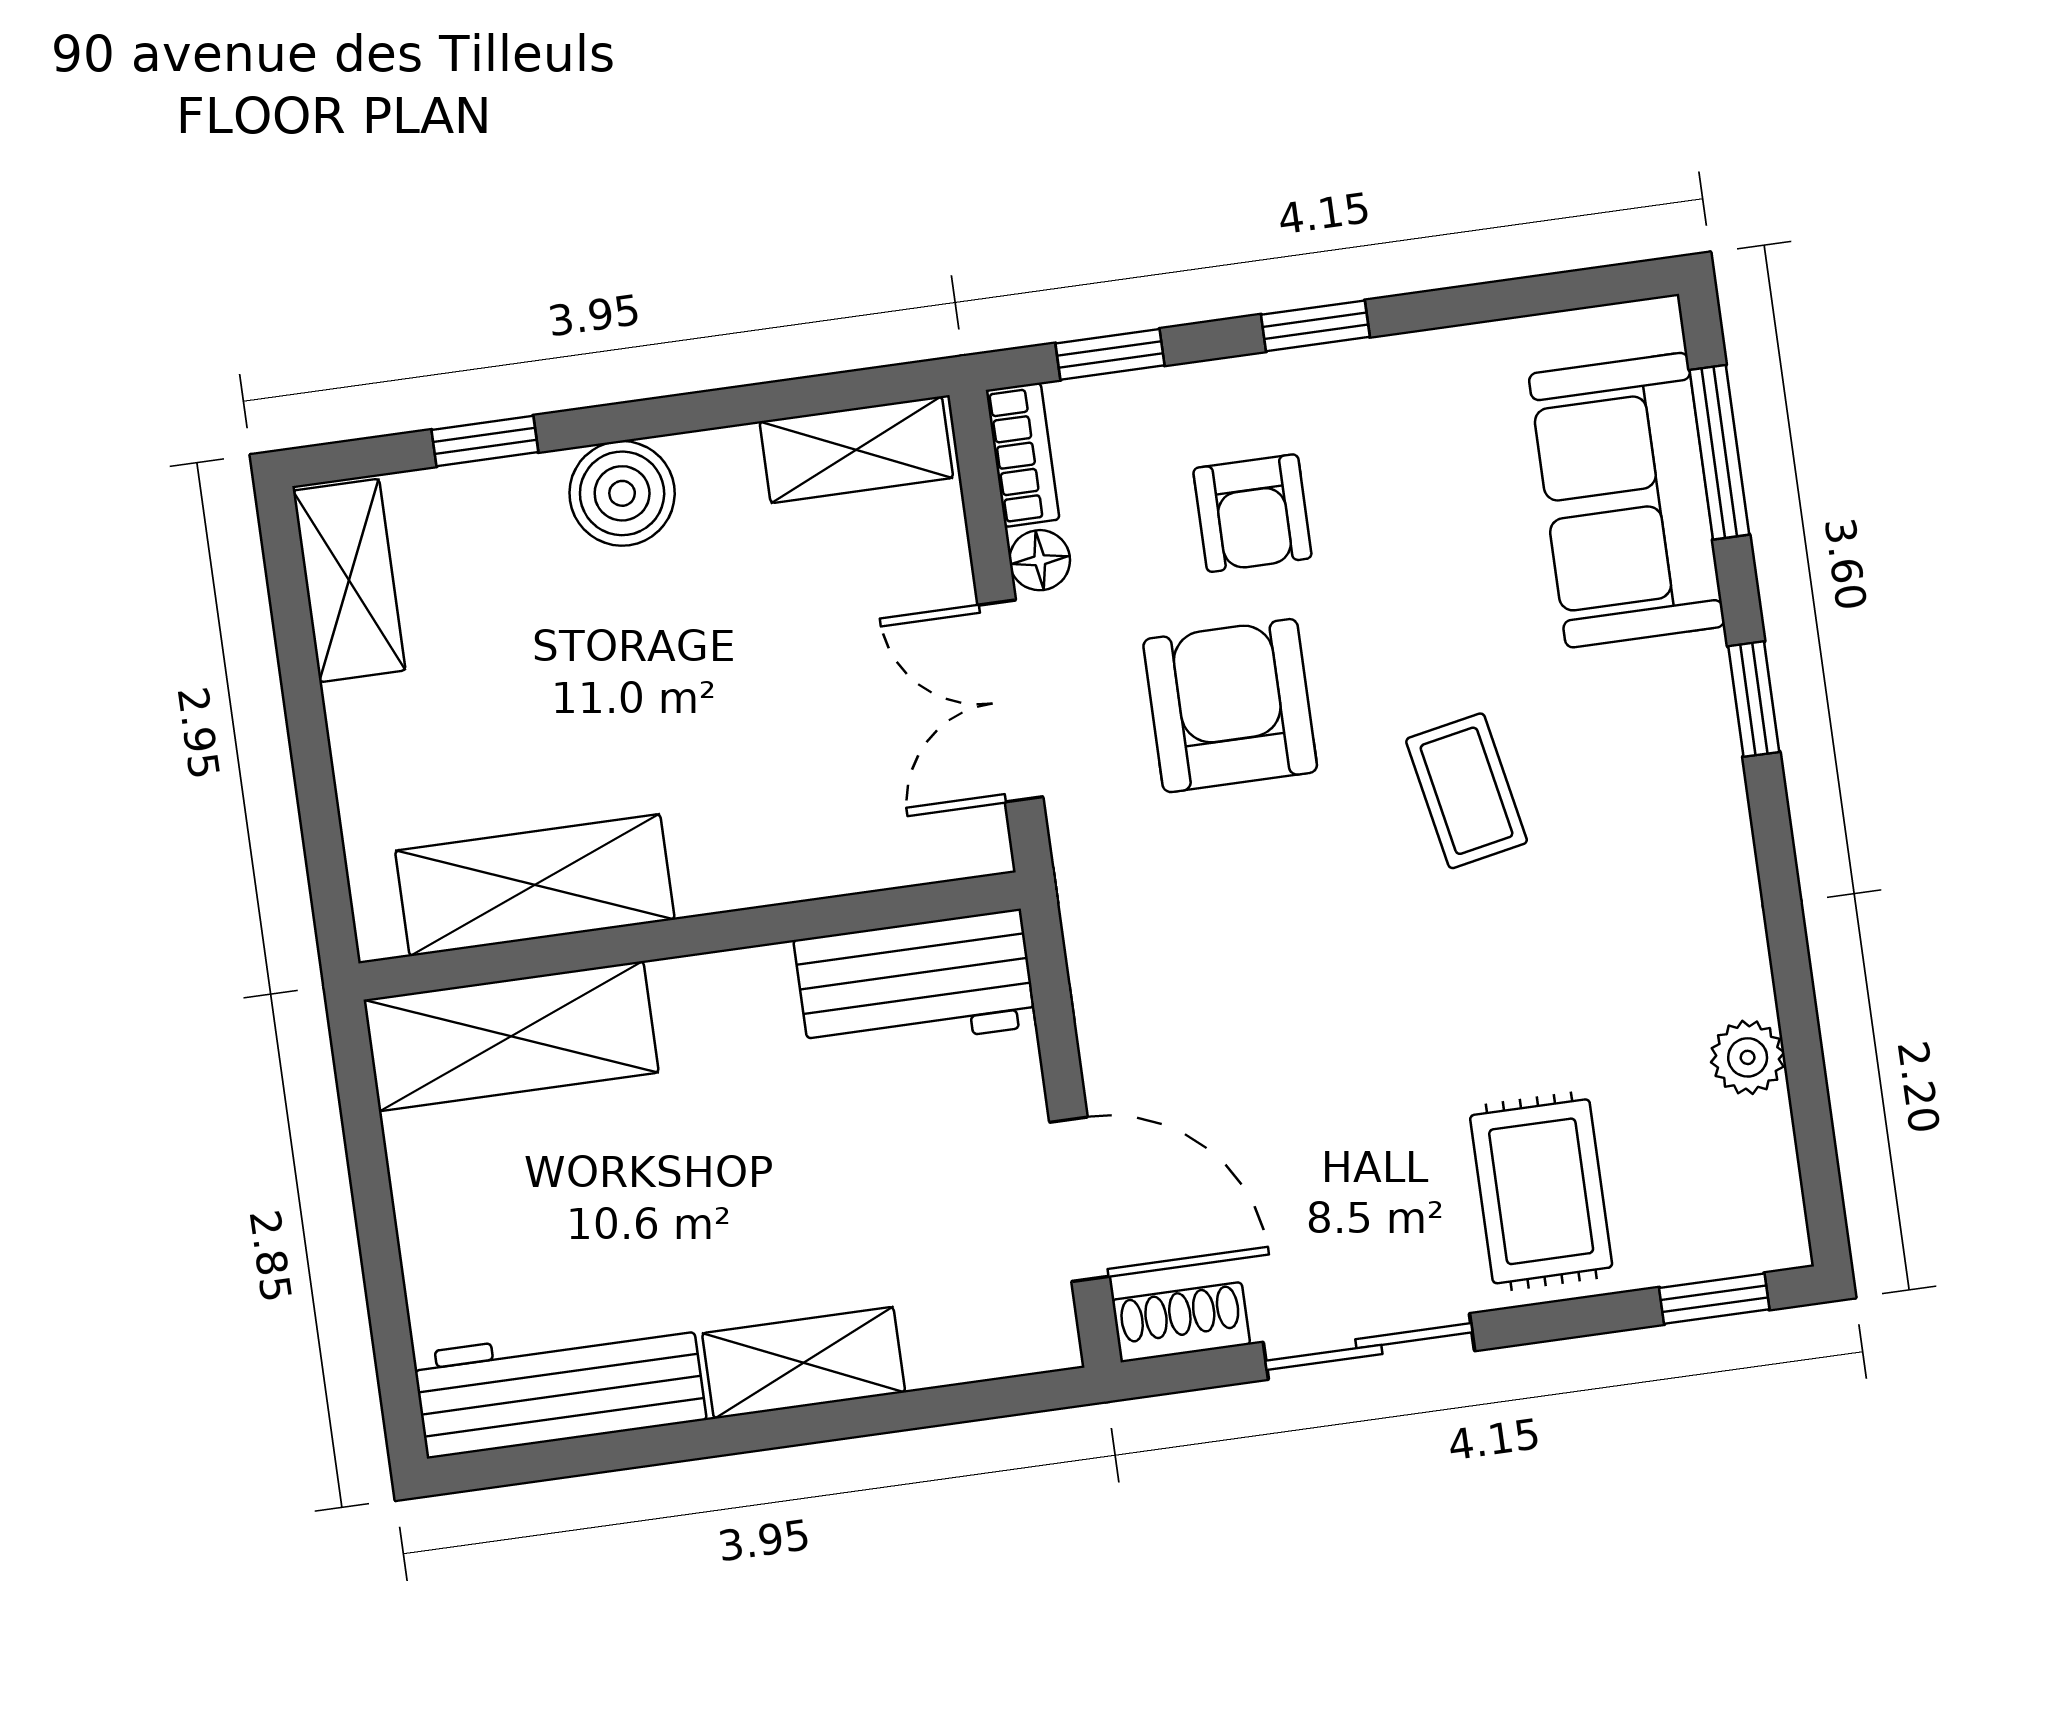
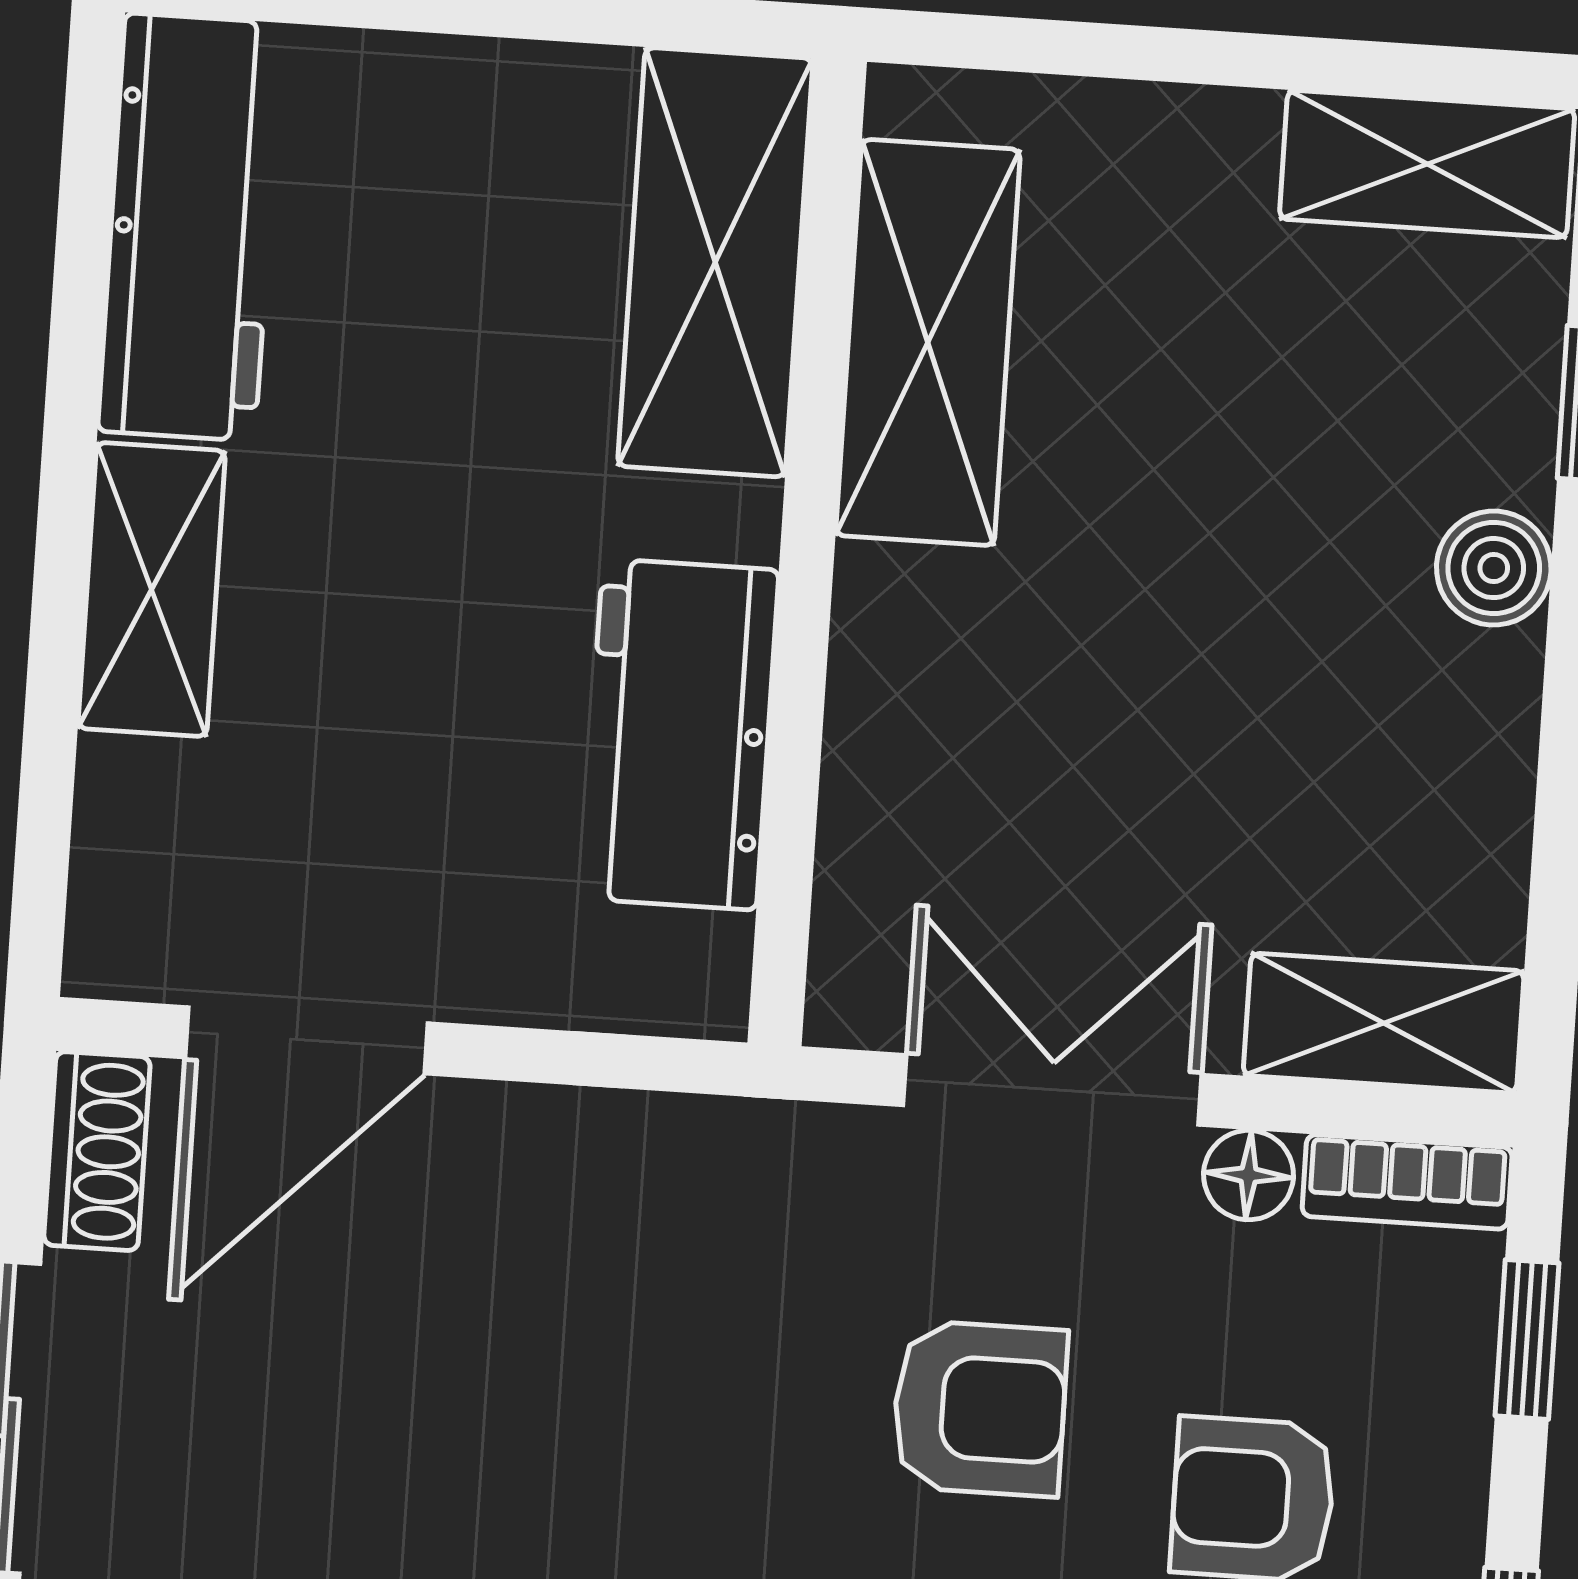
shelving: (856, 450) -> (1384, 1023), moved, turned 90
boiler: (622, 493) -> (1494, 568), width x0.73, depth x0.73
armchair: (1230, 706) -> (980, 1408), width x0.72, depth x0.72
workbench: (915, 983) -> (680, 734), moved

